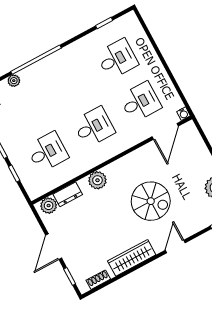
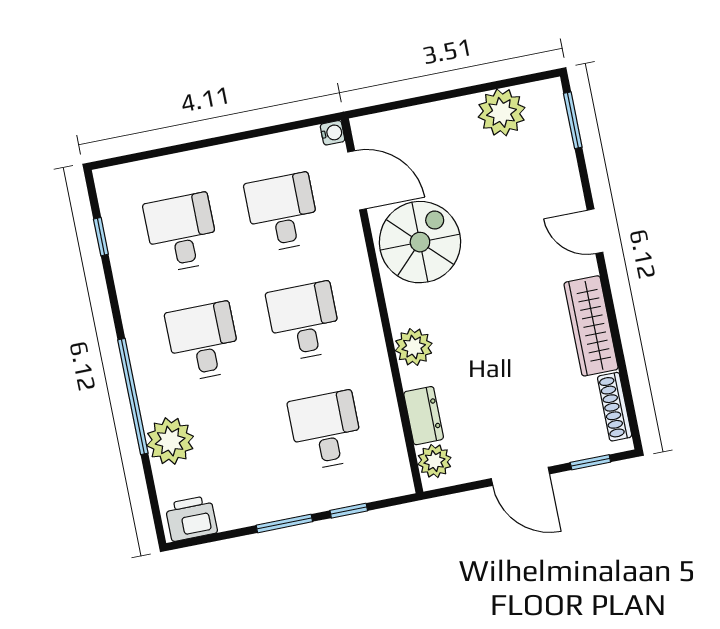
plant: (14, 81) -> (170, 441), width x1.87, depth x1.87
desk: (71, 84) -> (203, 342), added
spiral stairs: (151, 201) -> (420, 242), moved
shoe rack: (98, 280) -> (615, 407), width x1.43

